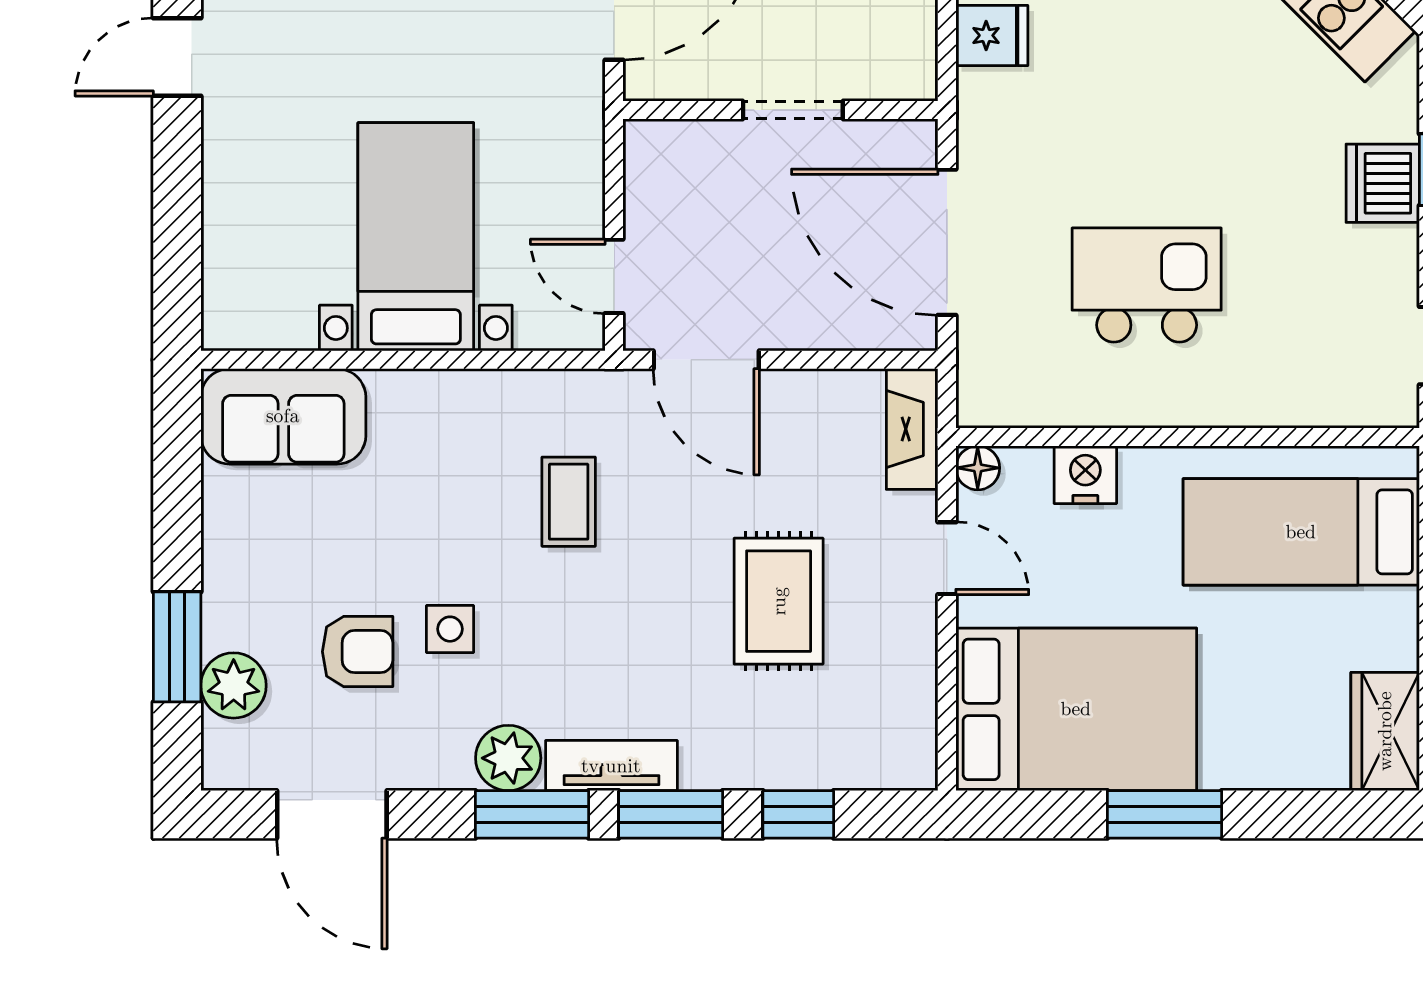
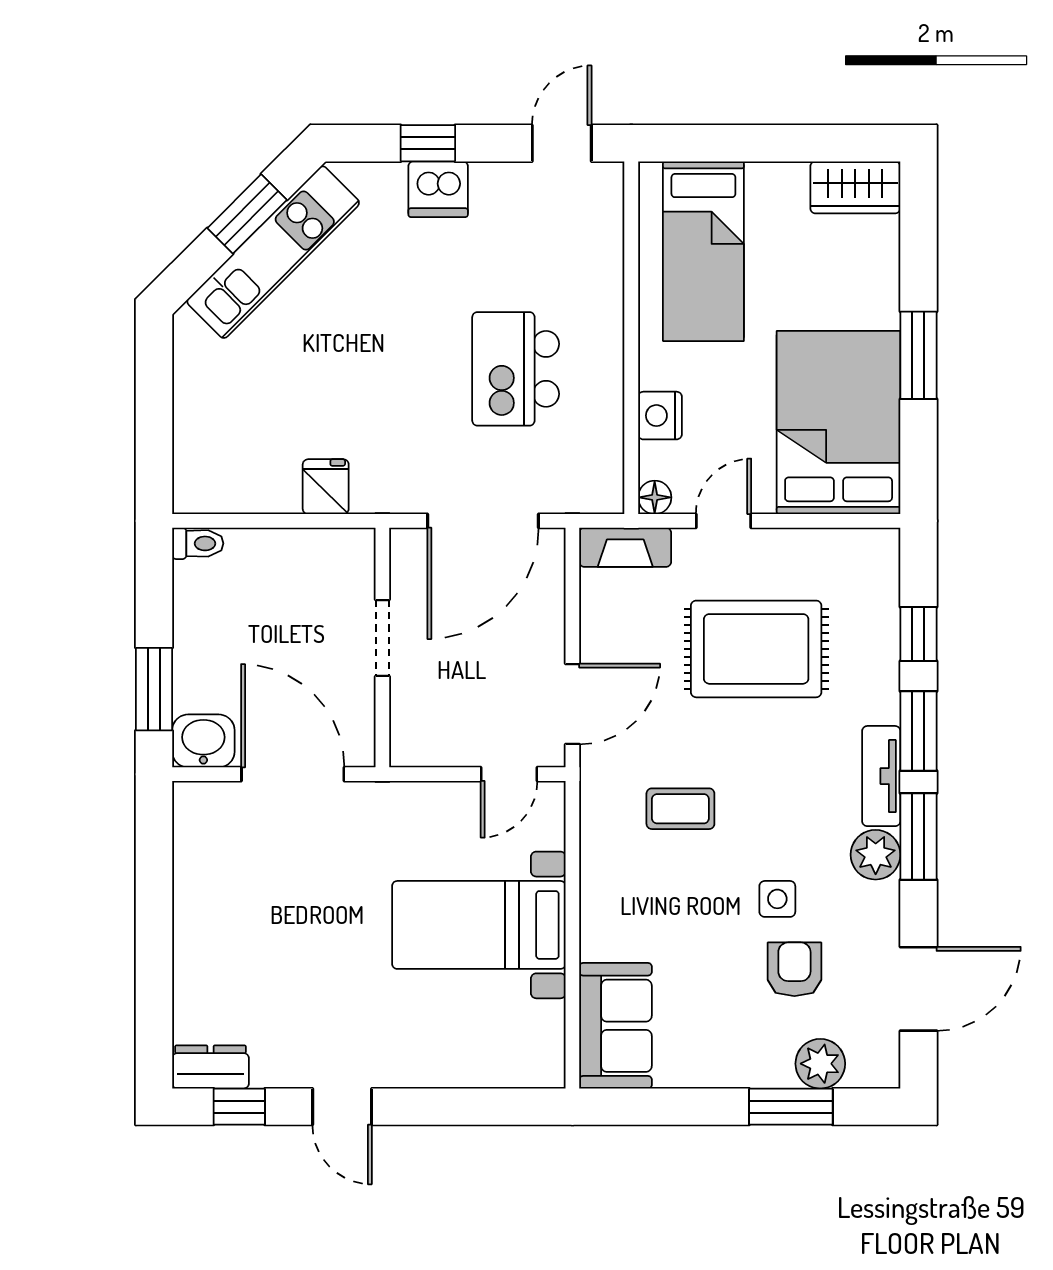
rug: (779, 601) -> (756, 649), width x1.36, depth x1.43

